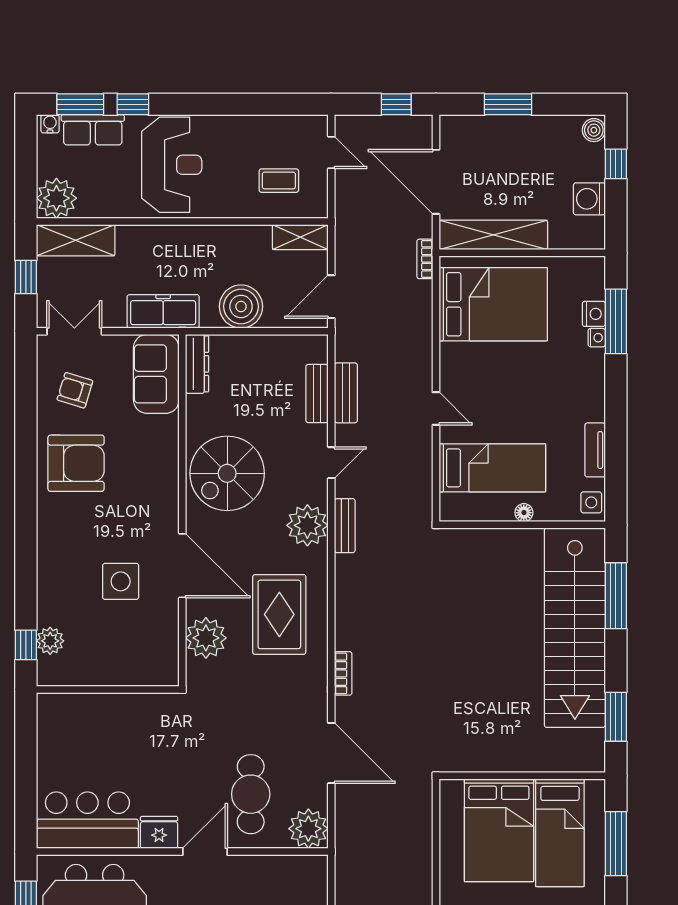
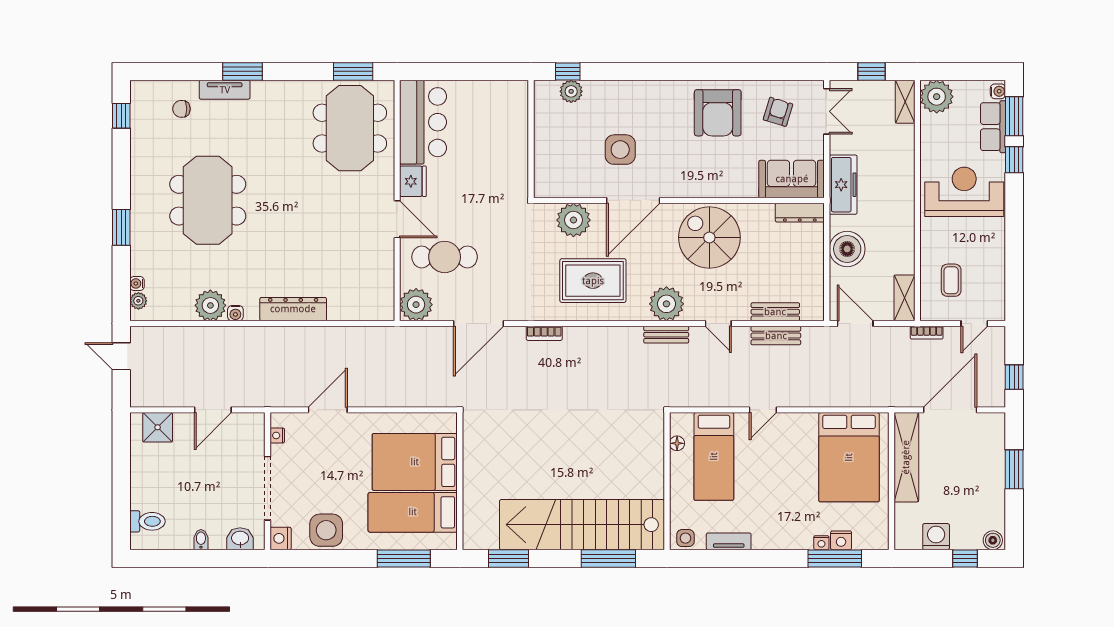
reception desk: (172, 165) -> (964, 192), turned 180
shelving: (76, 240) -> (905, 102), width x0.67, depth x0.75
bookcase: (425, 259) -> (927, 333), moved, turned 180
floor lamp: (524, 513) -> (677, 443), moved

